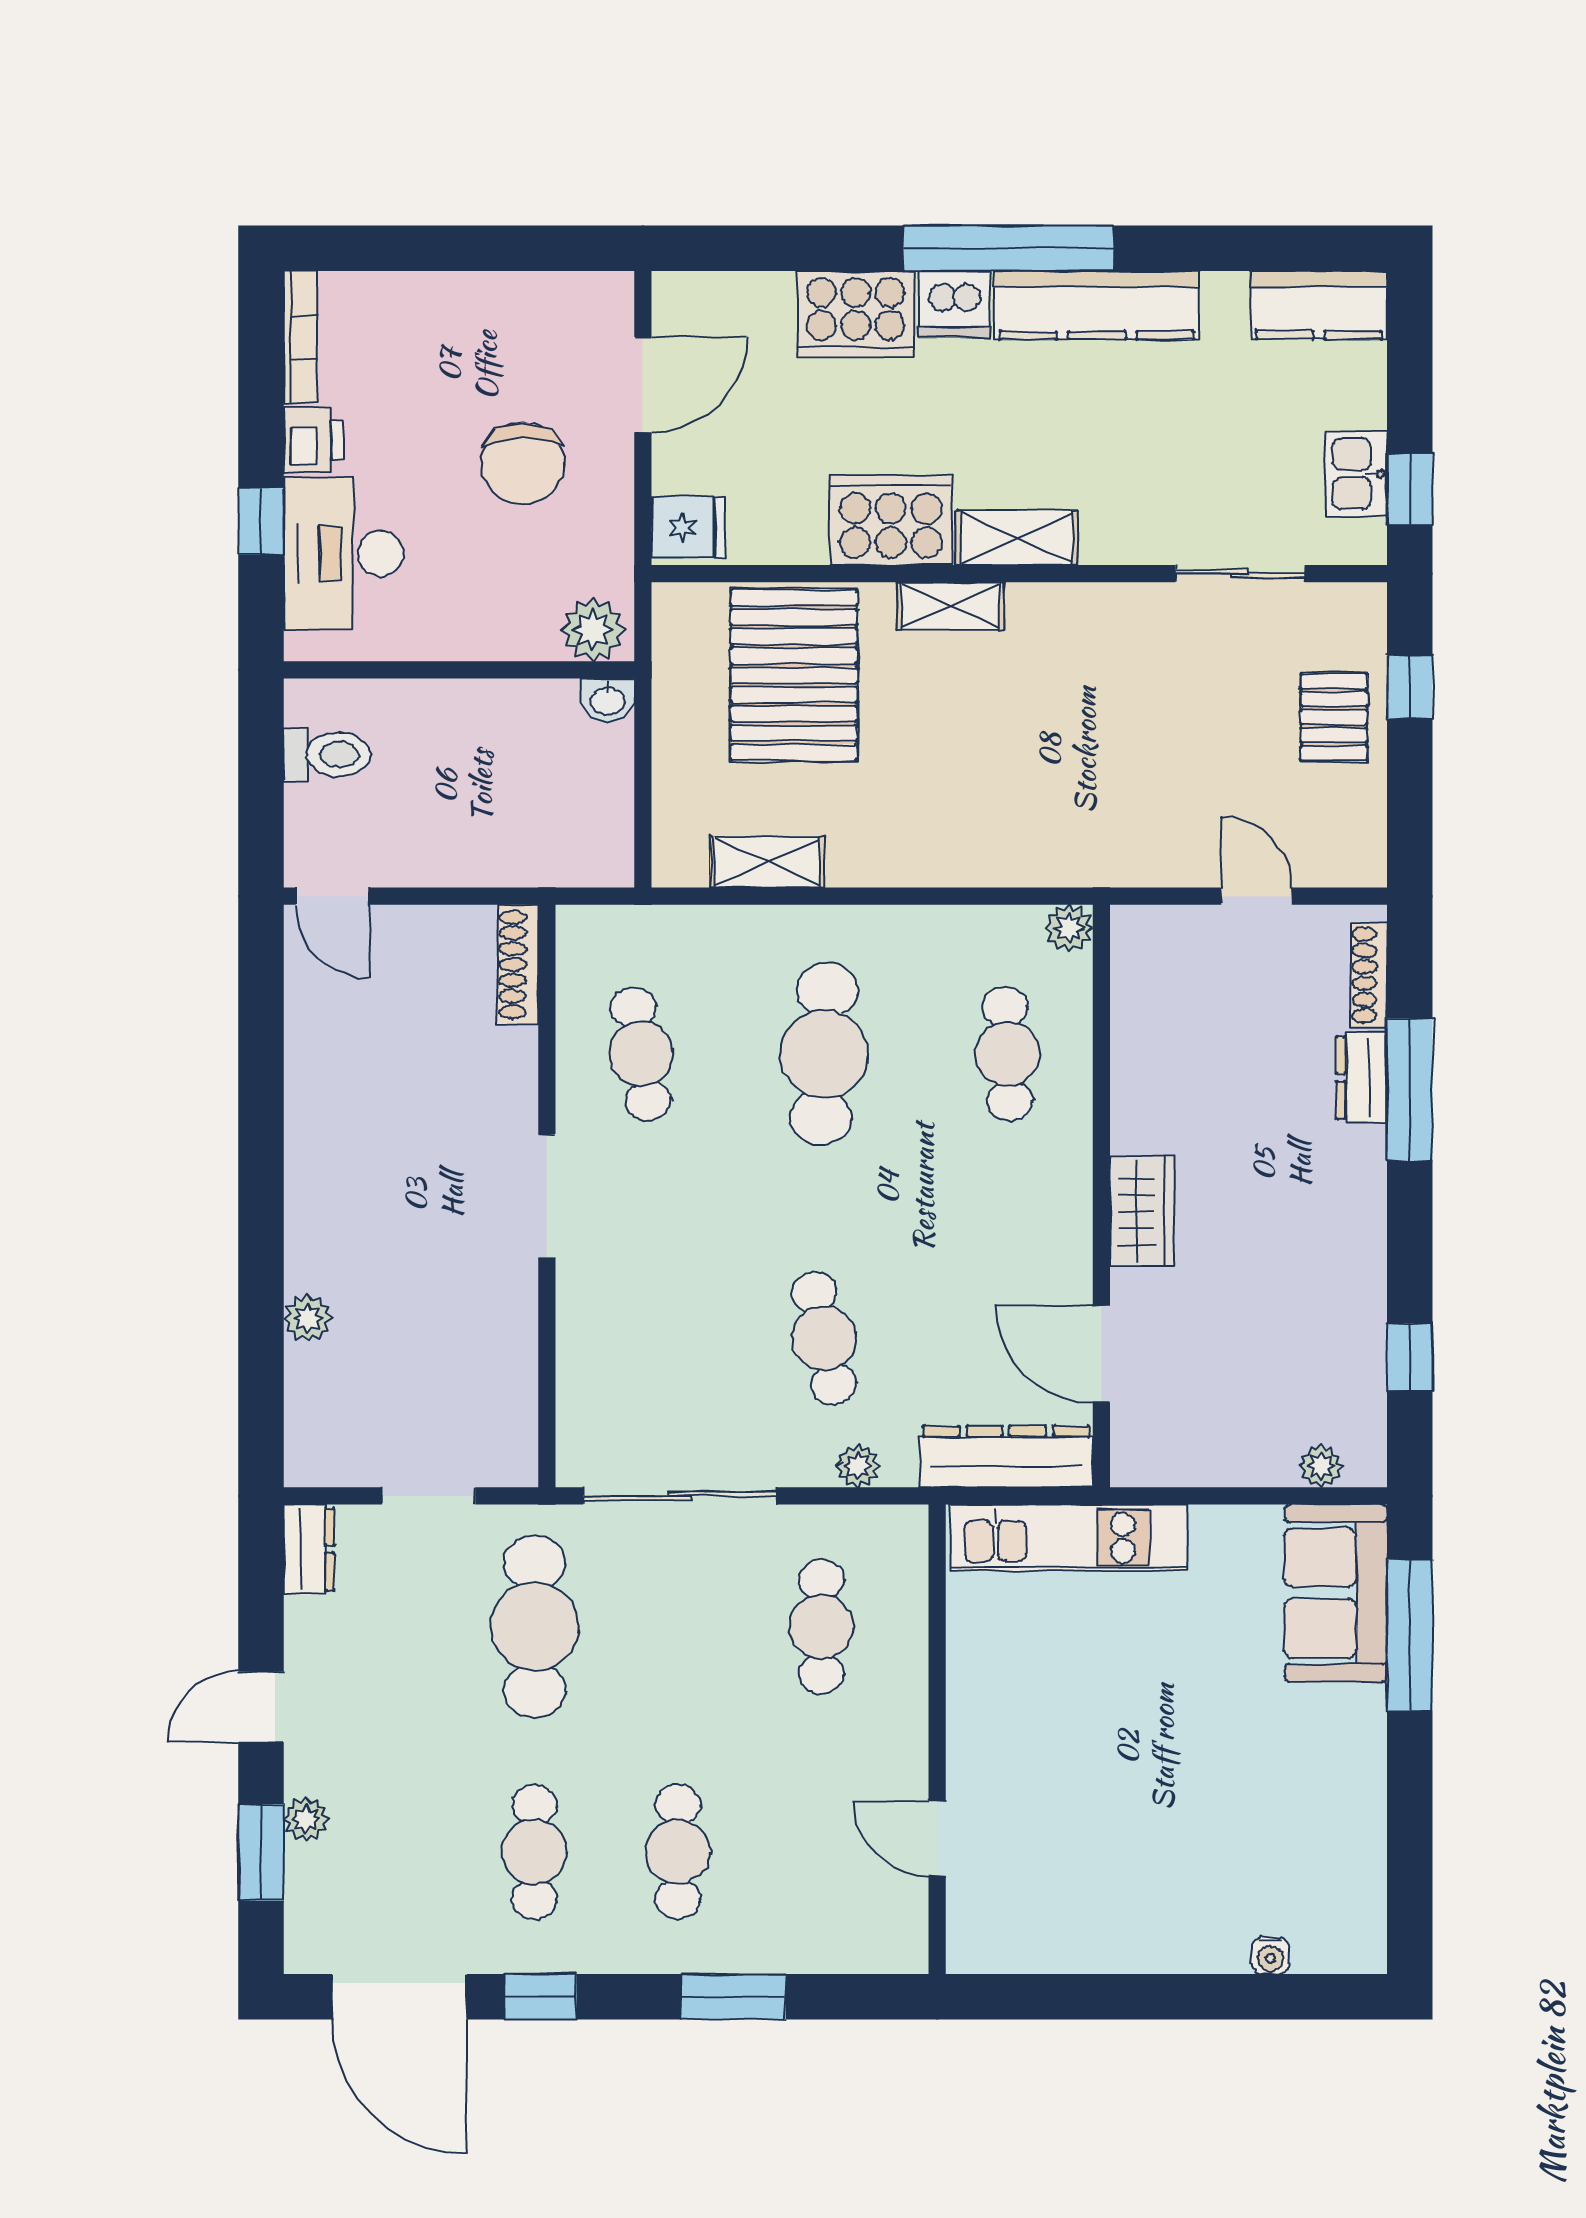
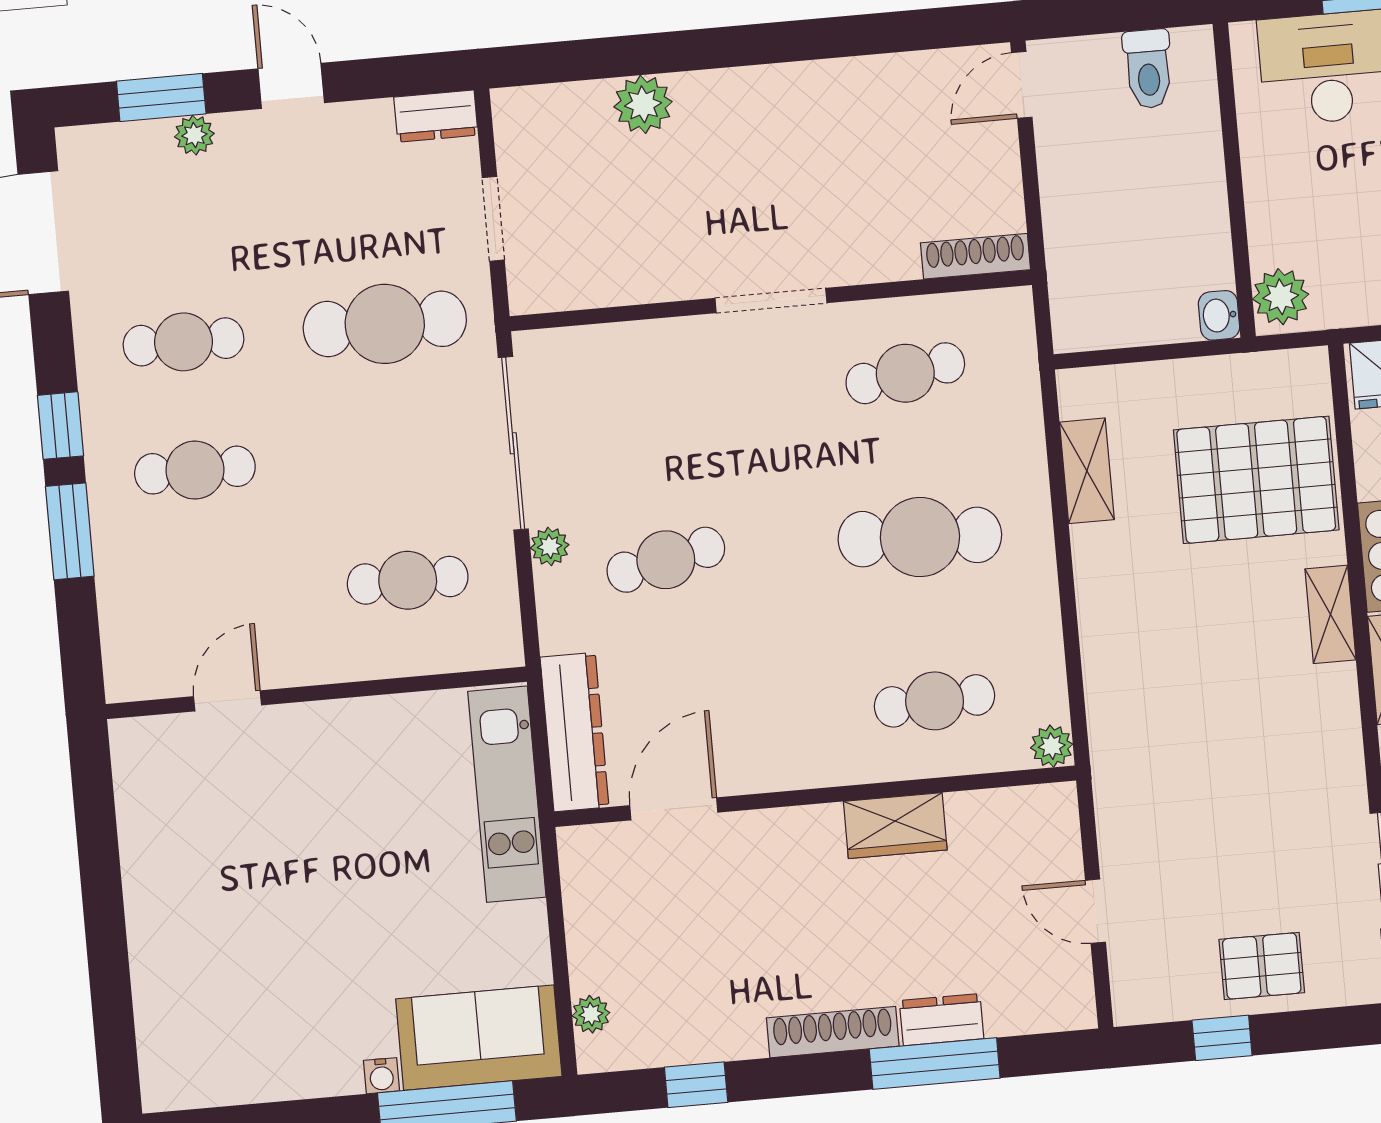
window: (1410, 687) -> (1222, 1038), moved
door: (1257, 896) -> (1095, 911), swing flipped
shoe rack: (1369, 975) -> (833, 1032), moved, width x1.36, depth x1.24
wardrobe: (1142, 1212) -> (895, 826), moved
plant: (307, 1318) -> (643, 104), width x1.38, depth x1.38
plant: (858, 1466) -> (550, 546), moved
water cooler: (1271, 1955) -> (382, 1076), moved, turned -90
window: (540, 1997) -> (60, 426), moved

